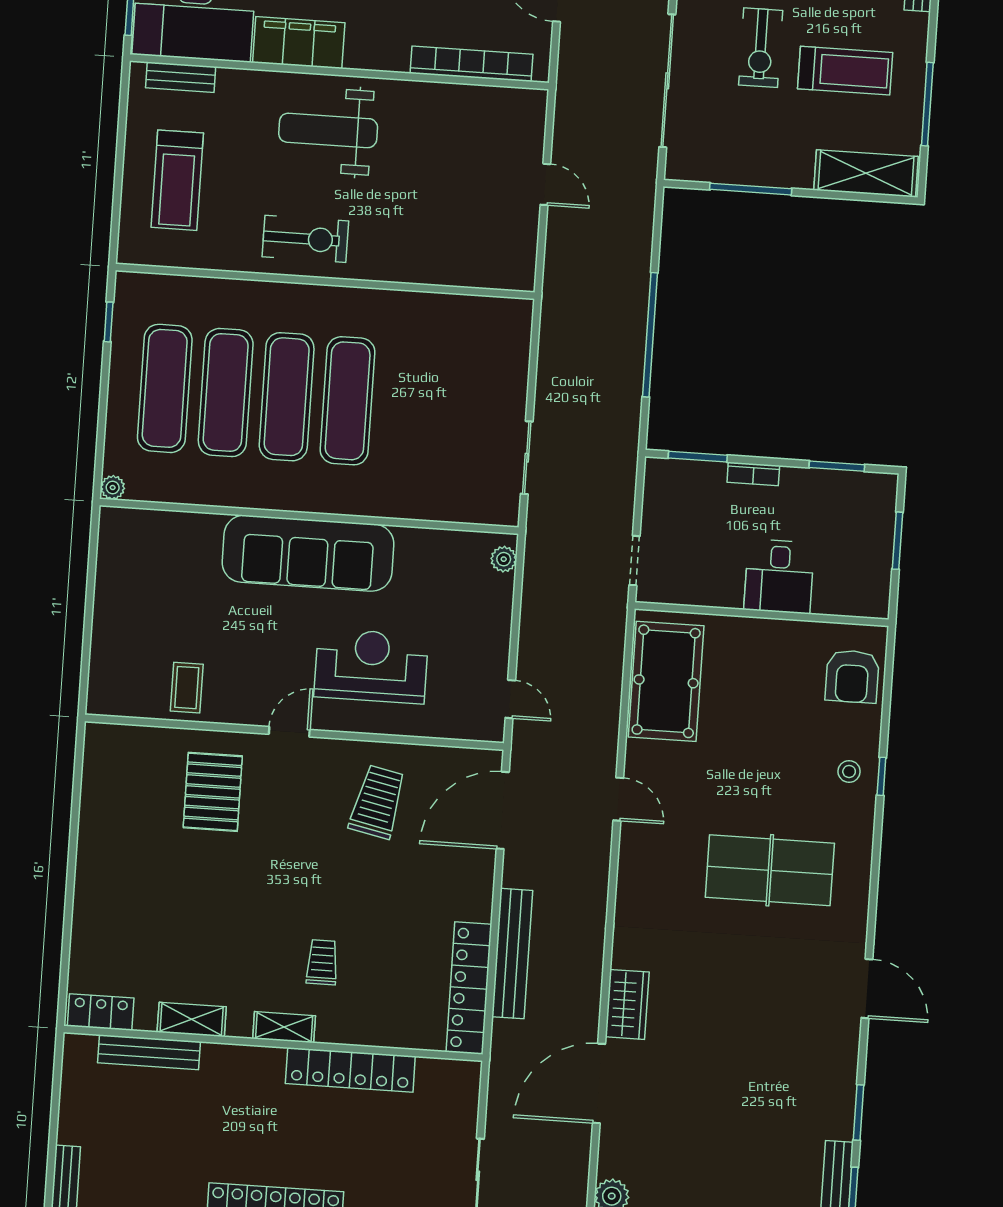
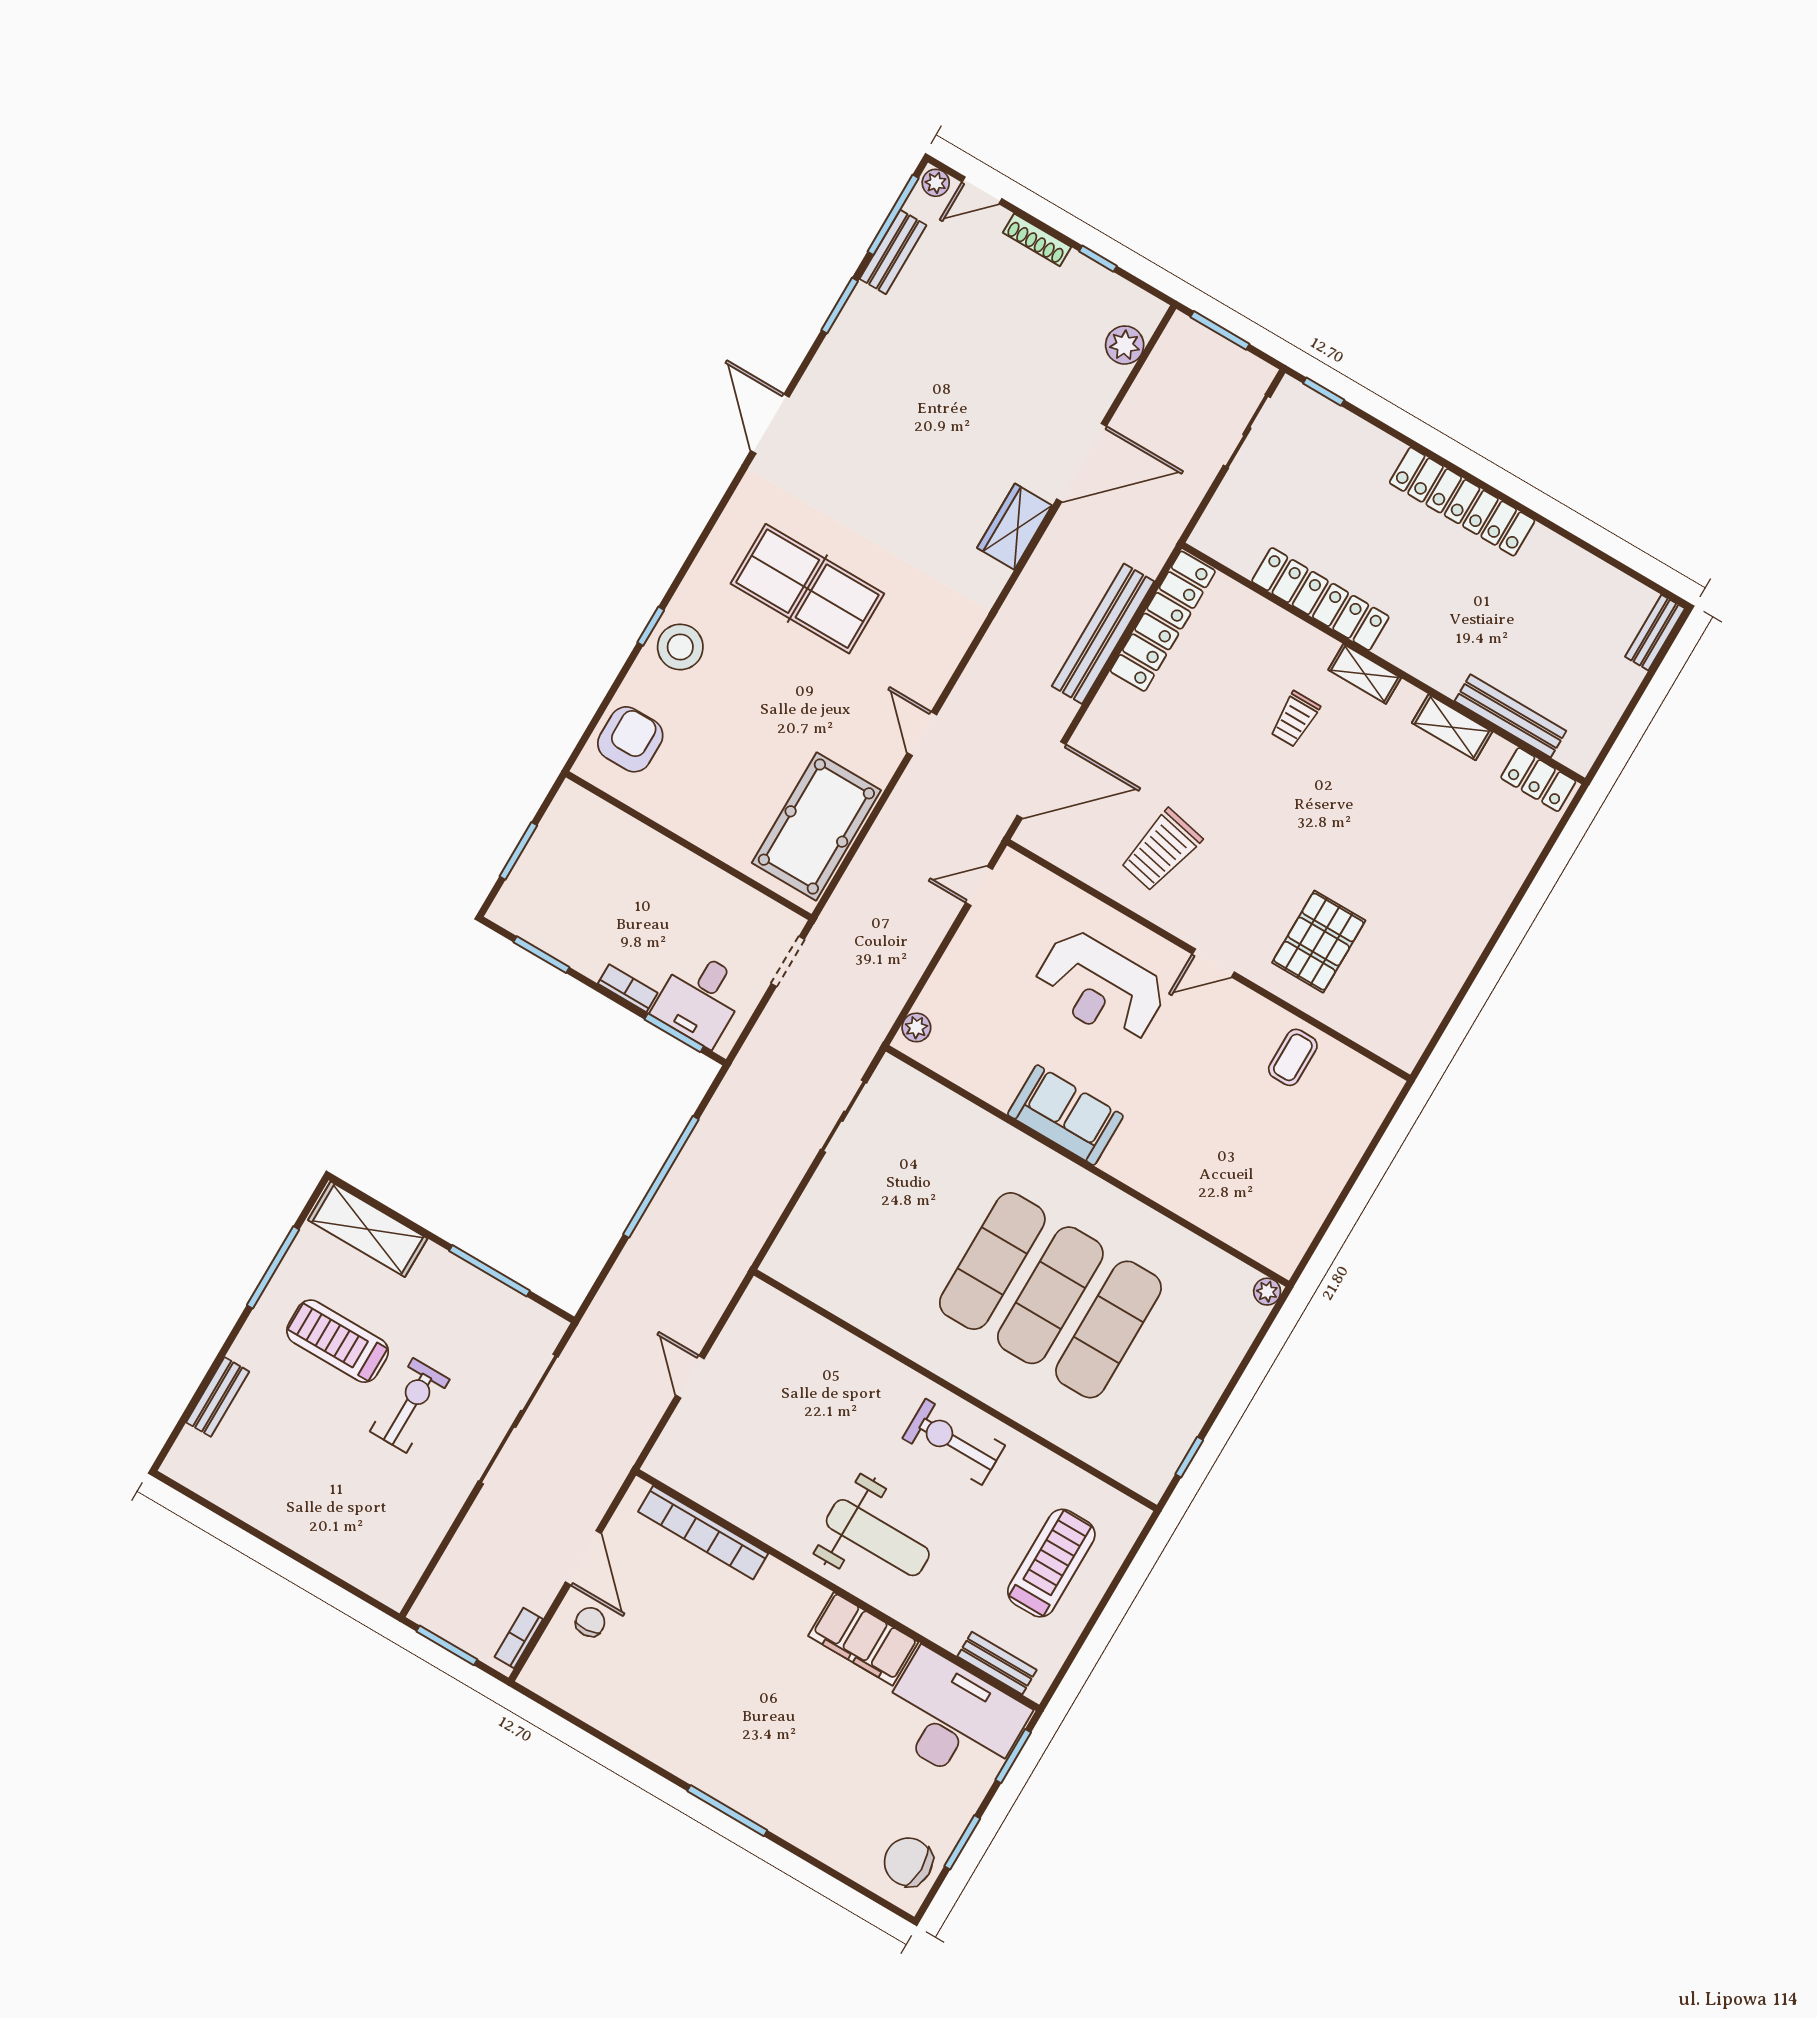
exercise mat: (165, 388) -> (1167, 1364), removed
sofa: (308, 553) -> (1065, 1115), width x0.54, depth x0.79
desk: (779, 576) -> (700, 998), moved, turned 180
door: (510, 699) -> (979, 886), hinge flipped
stool: (849, 771) -> (680, 647), width x1.89, depth x1.89

